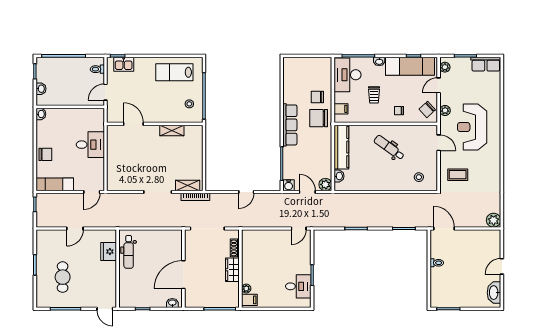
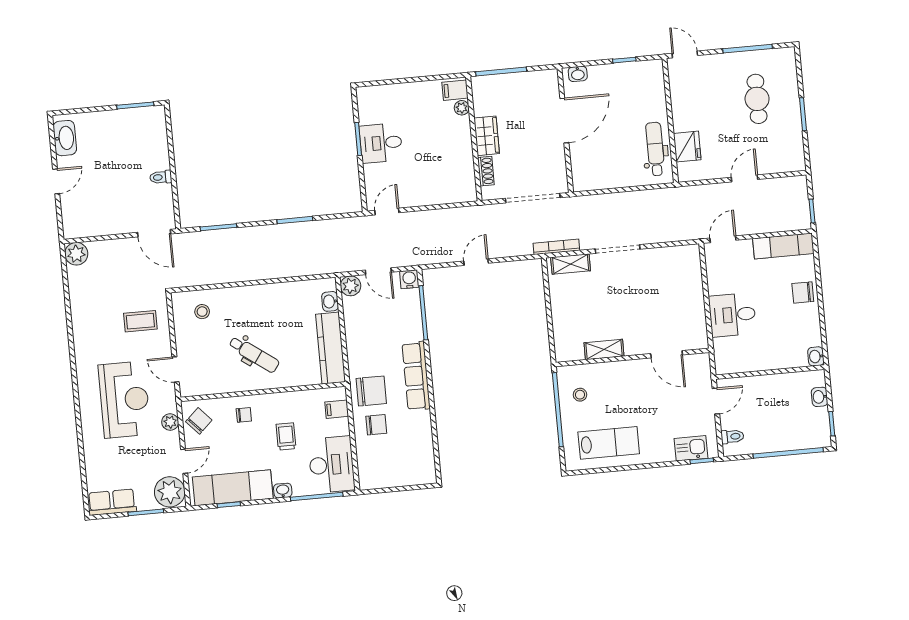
plant: (445, 67) -> (170, 492), width x1.88, depth x1.88
desk: (298, 286) -> (381, 143), moved

